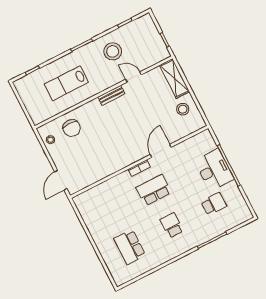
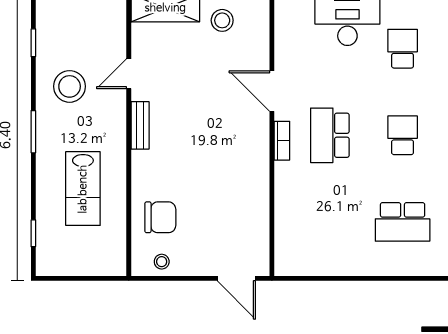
school desk: (172, 225) -> (403, 135), turned 90

